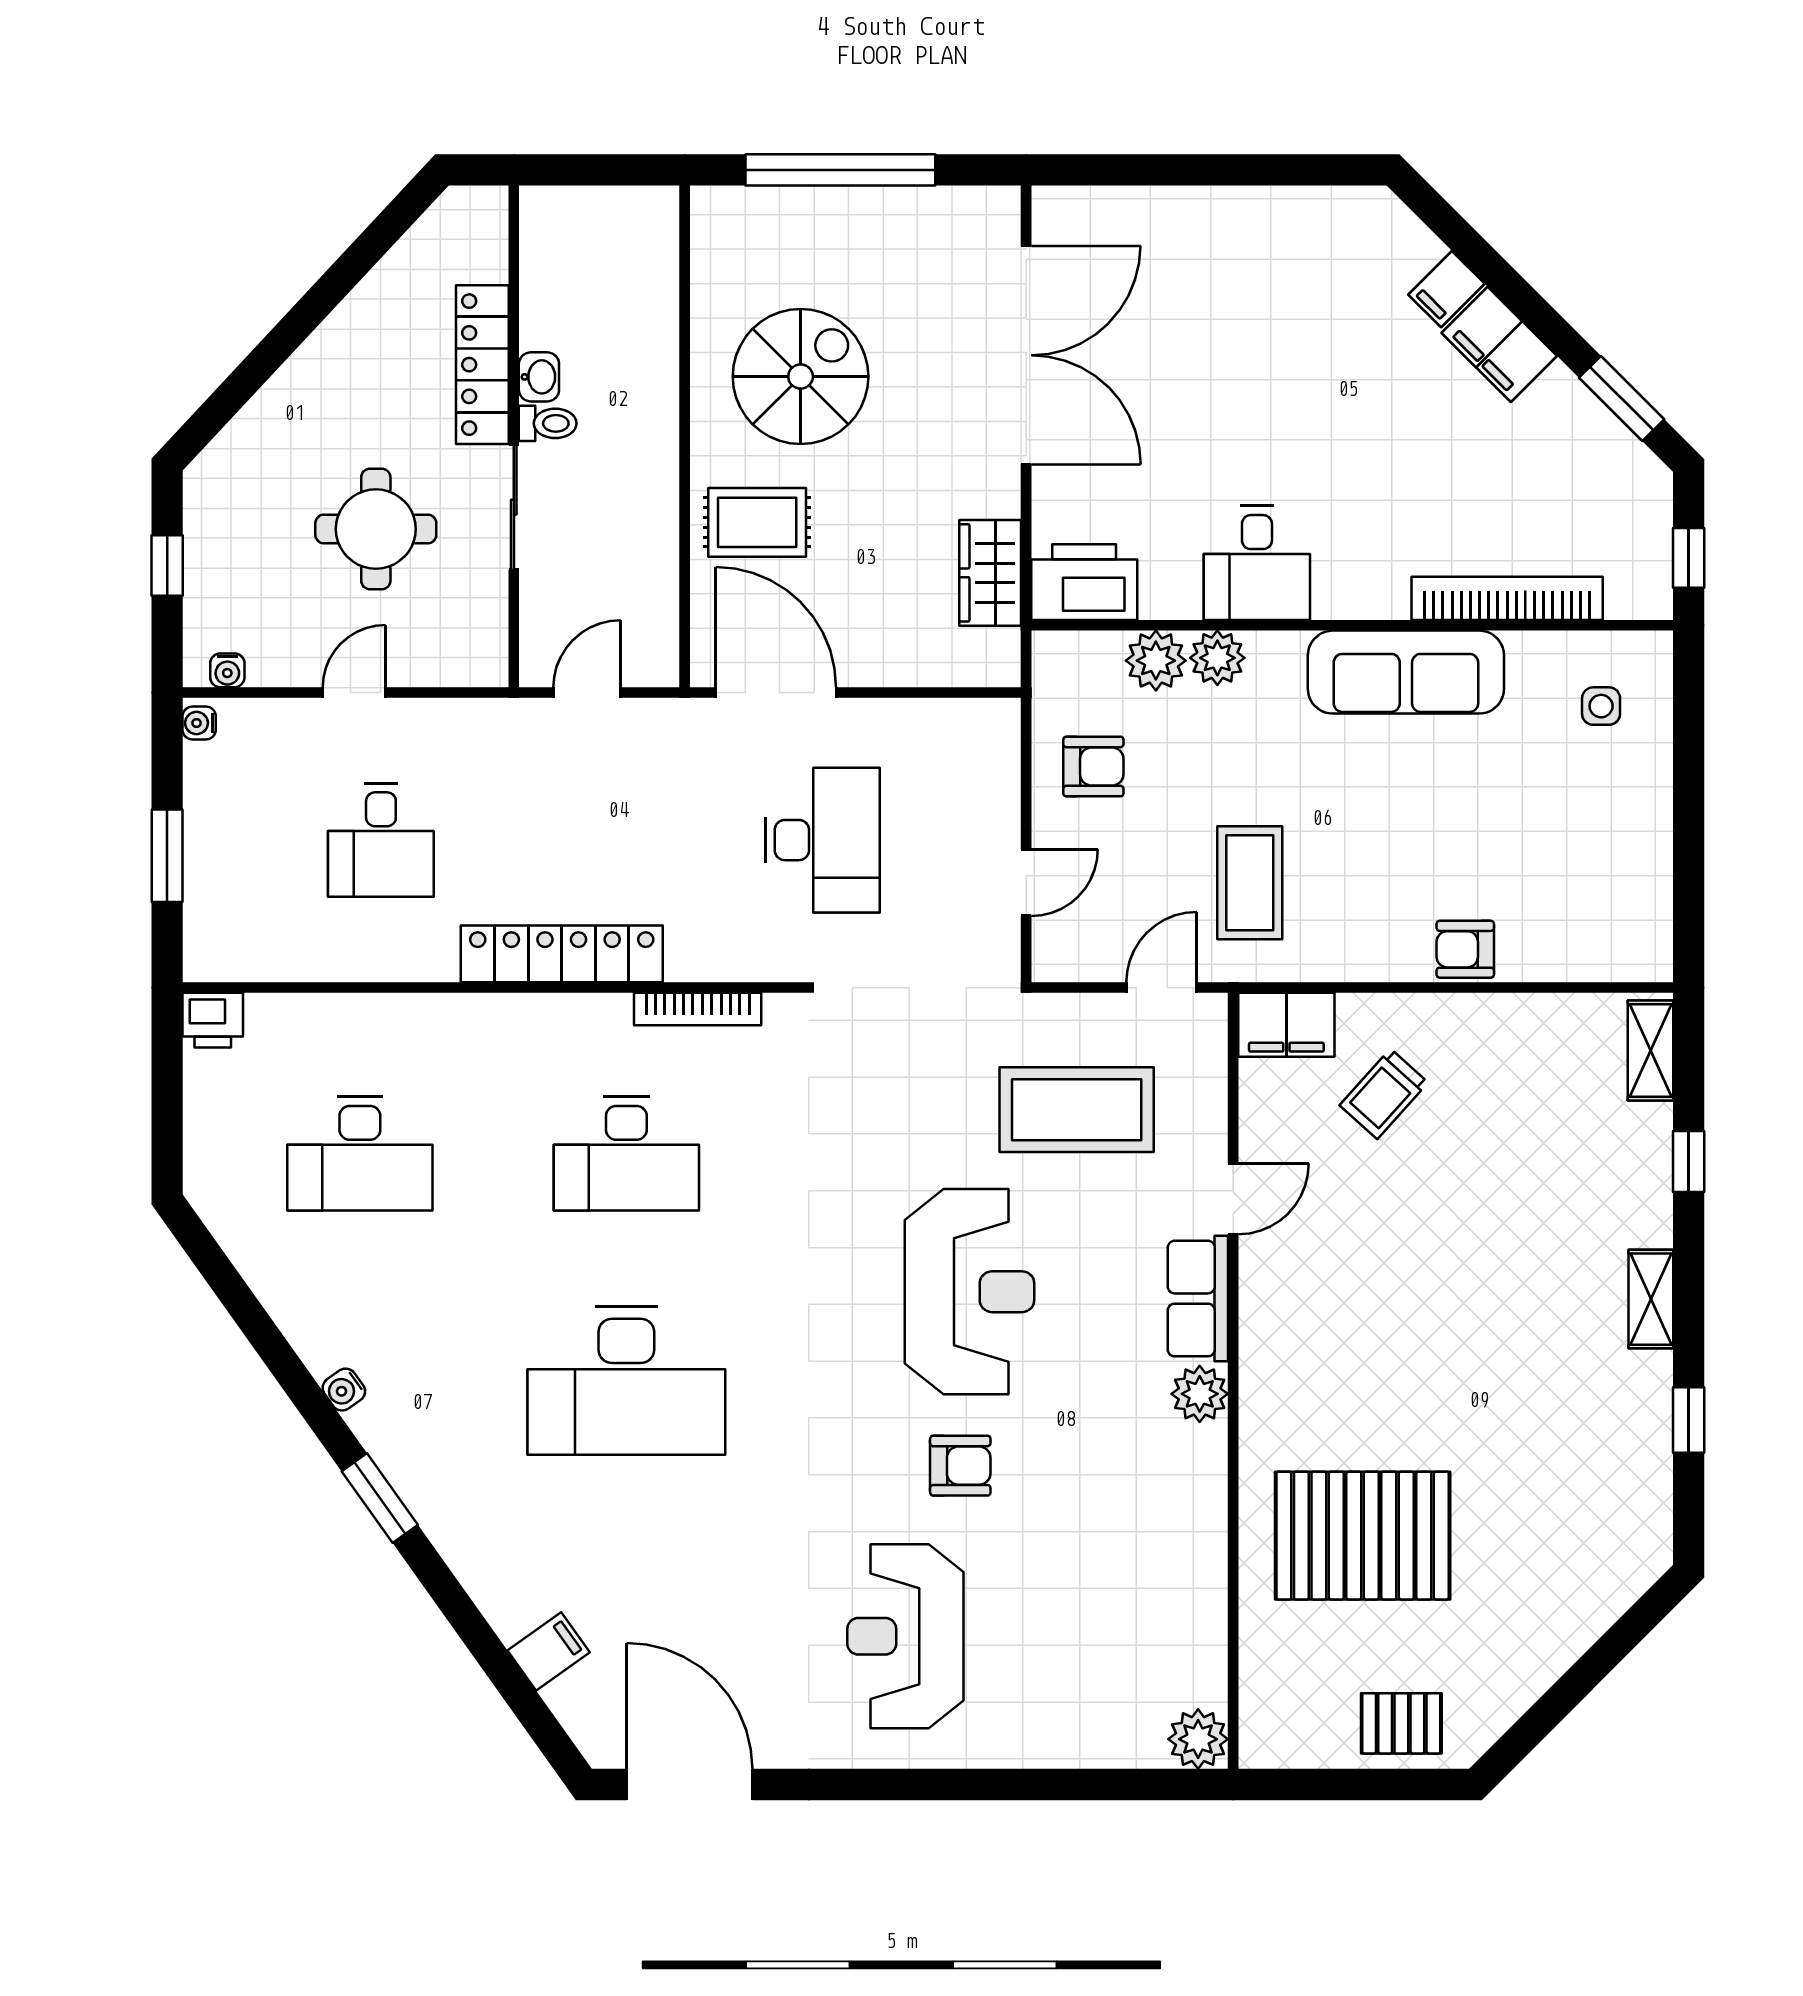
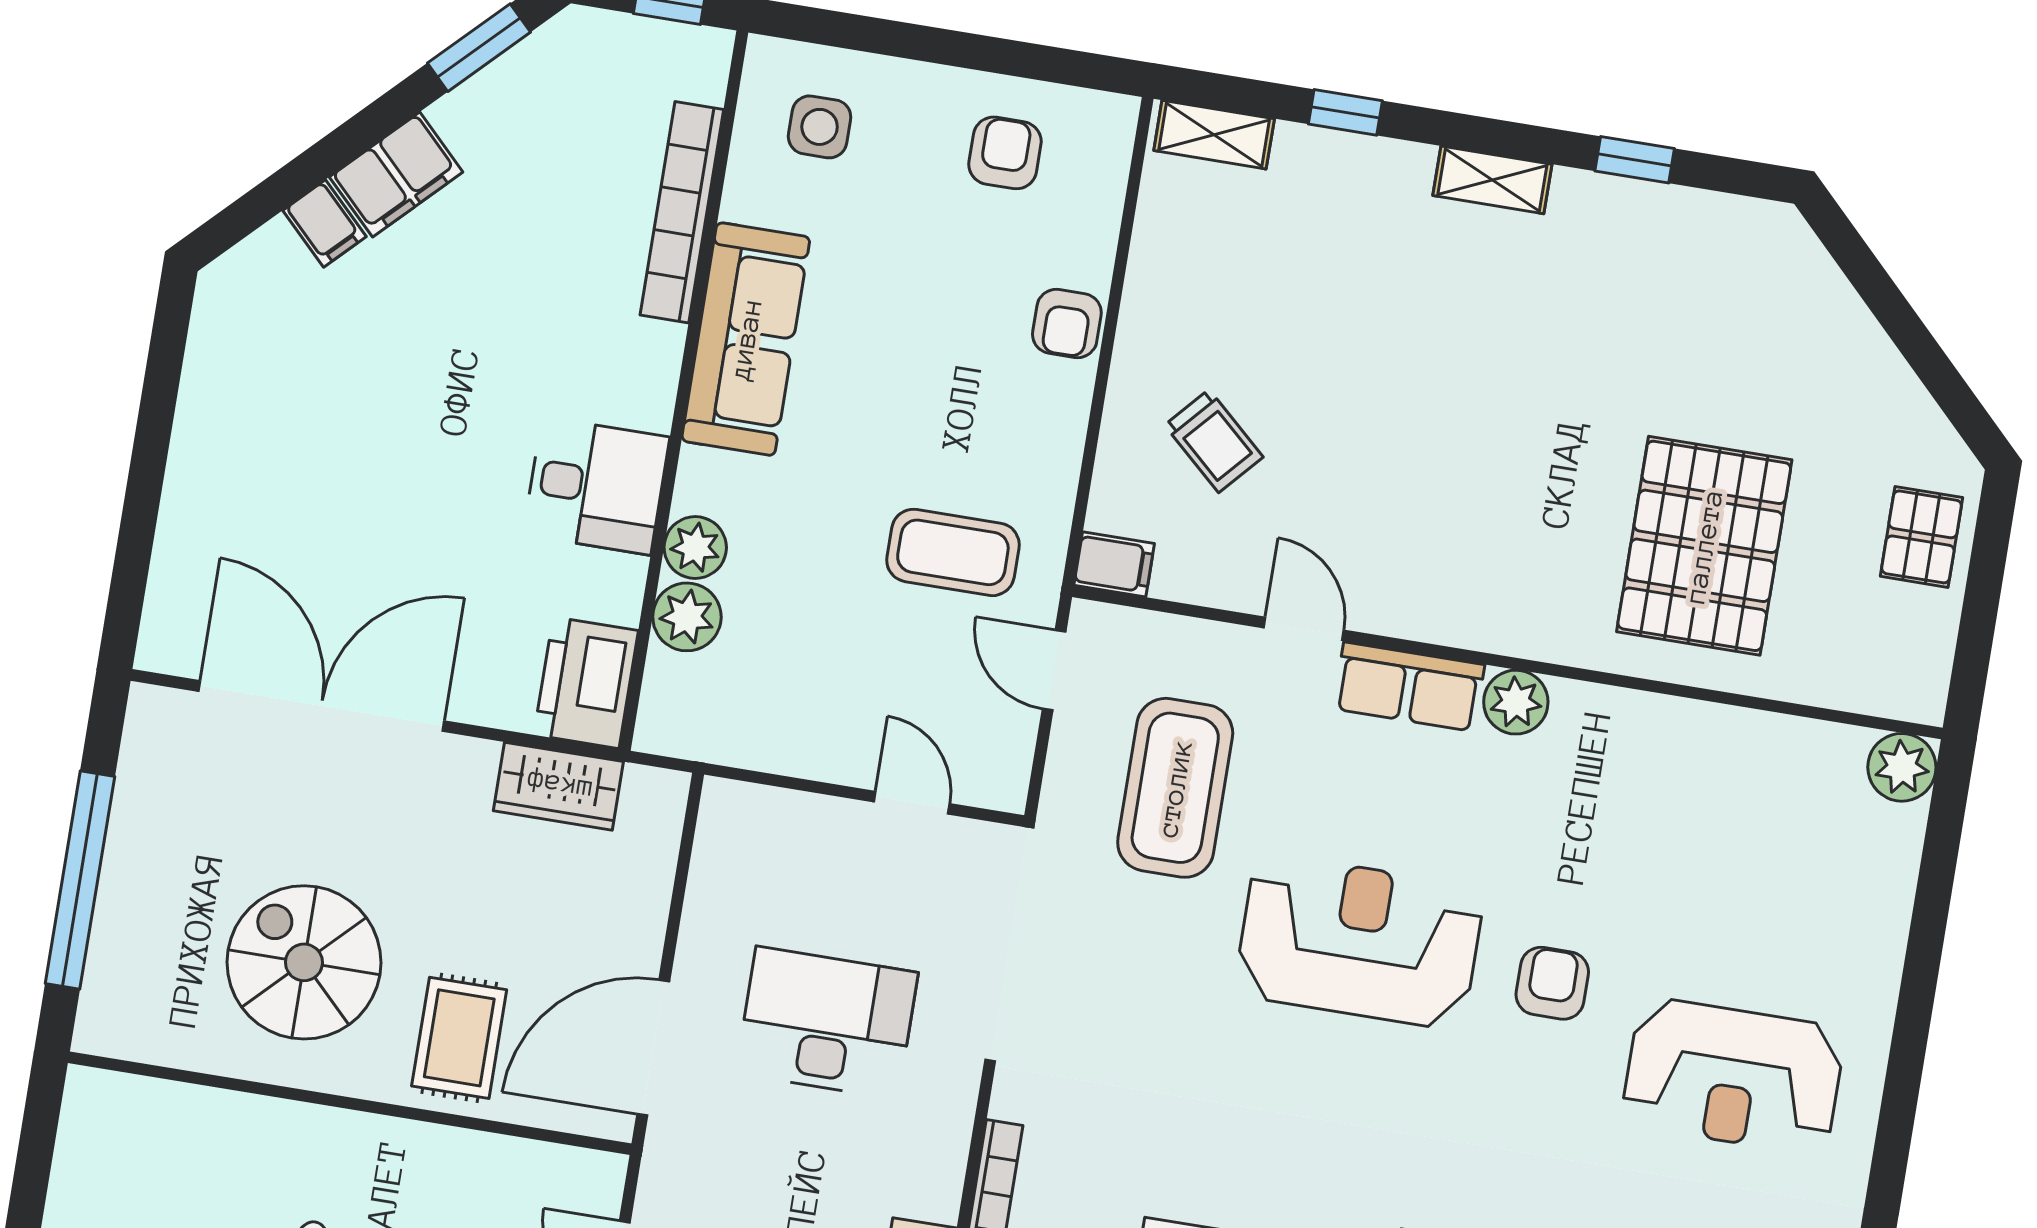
side table: (1601, 706) -> (820, 127), width x1.37, depth x1.37
armchair: (1093, 767) -> (1005, 153), moved
filing cabinet: (1286, 1025) -> (1114, 564), width x0.50

